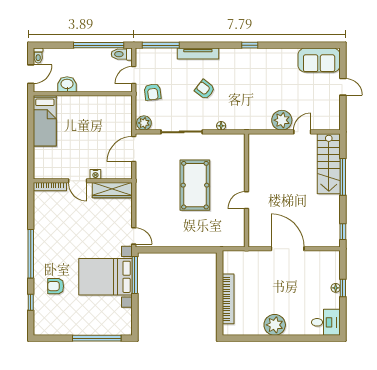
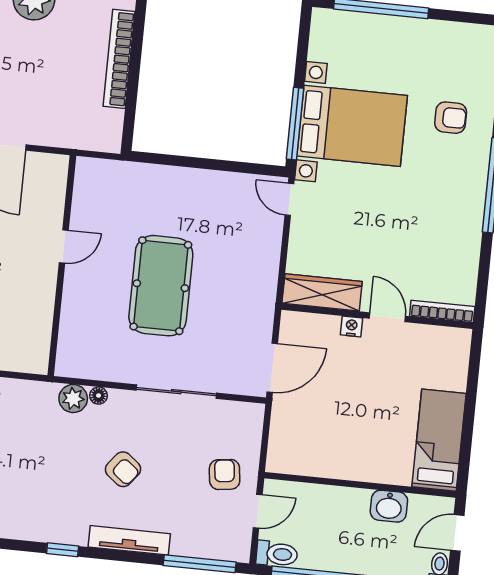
window: (250, 45) -> (63, 550), moved
plant: (144, 123) -> (73, 399), moved

